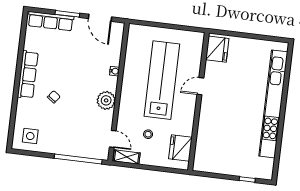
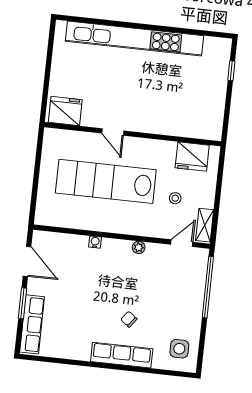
door: (100, 18) -> (27, 261), hinge flipped
row of seats: (28, 75) -> (122, 355), moved
plant: (106, 100) -> (139, 247), width x0.53, depth x0.53

